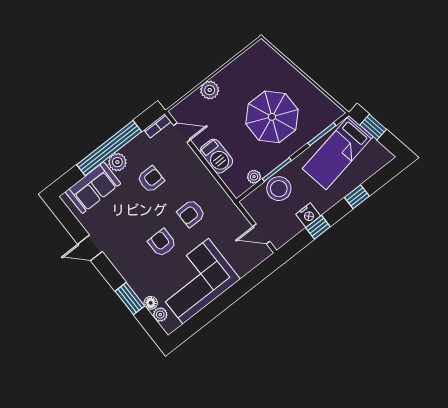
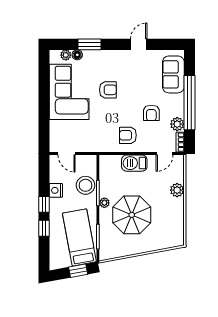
plant: (117, 162) -> (177, 124), moved
plant: (254, 177) -> (104, 203), moved
armchair: (191, 213) -> (128, 135), moved, turned -90
window: (318, 227) -> (44, 204), moved
door: (261, 234) -> (67, 154), swing flipped

